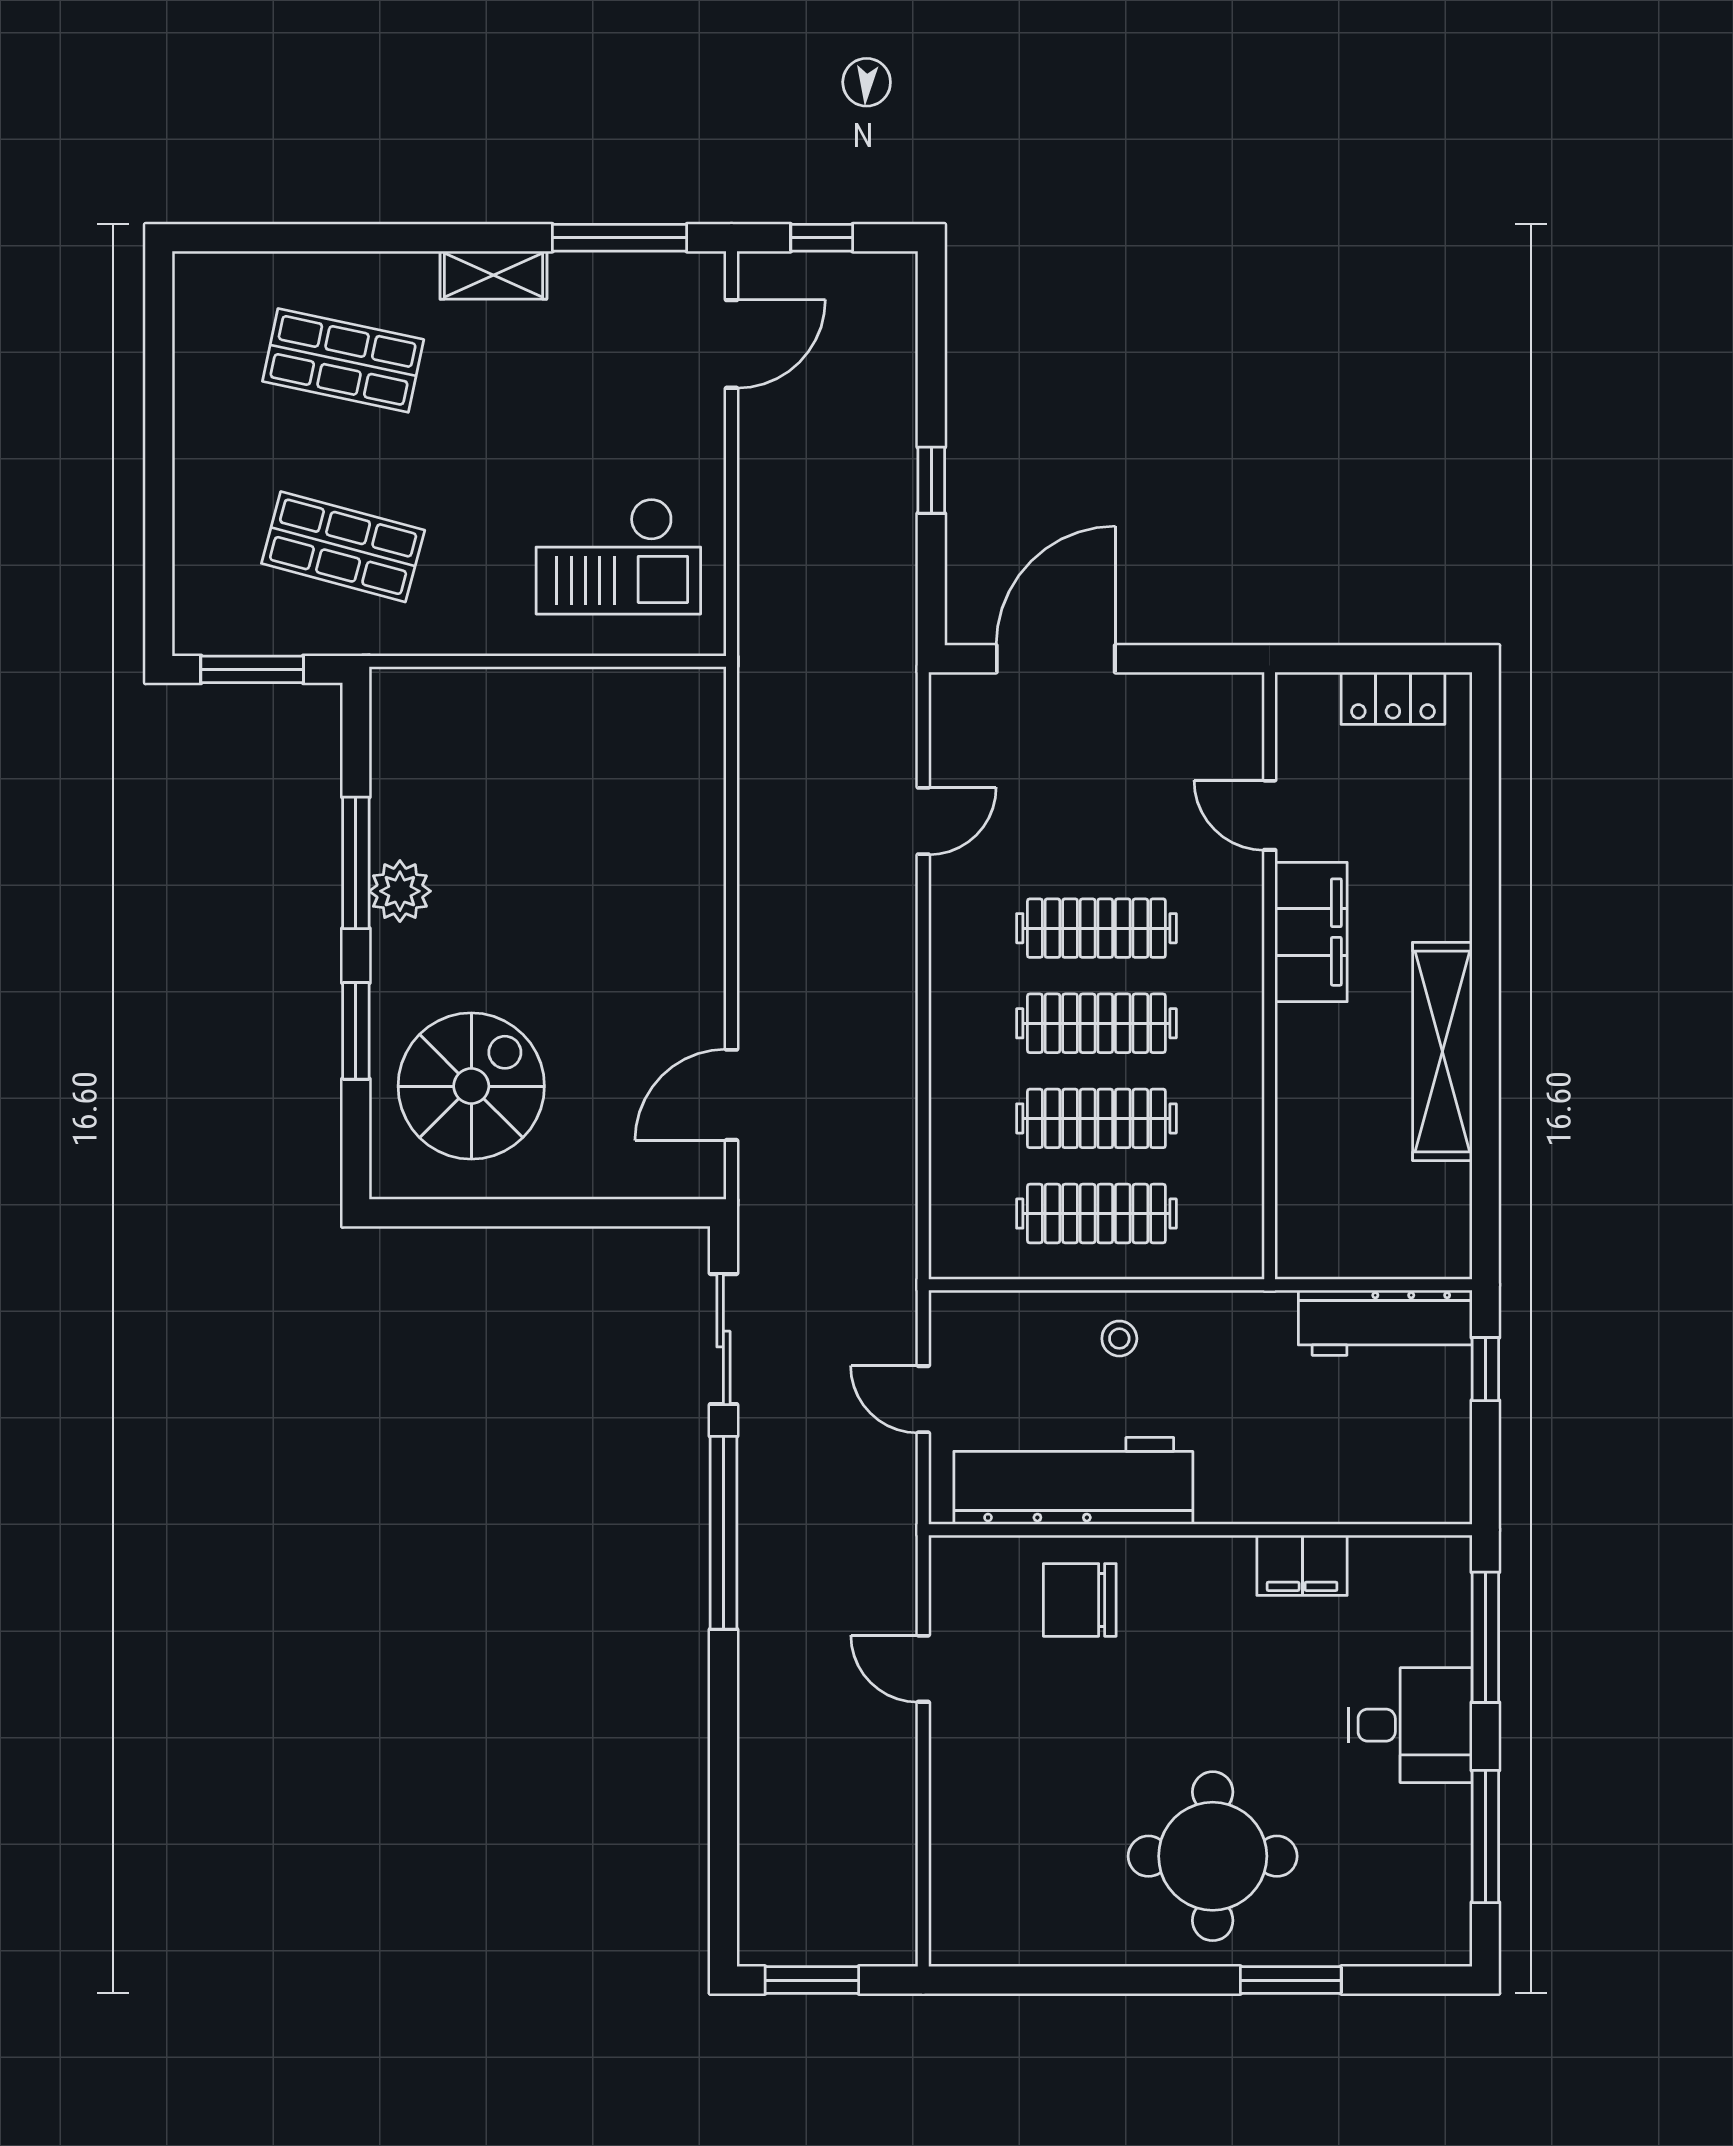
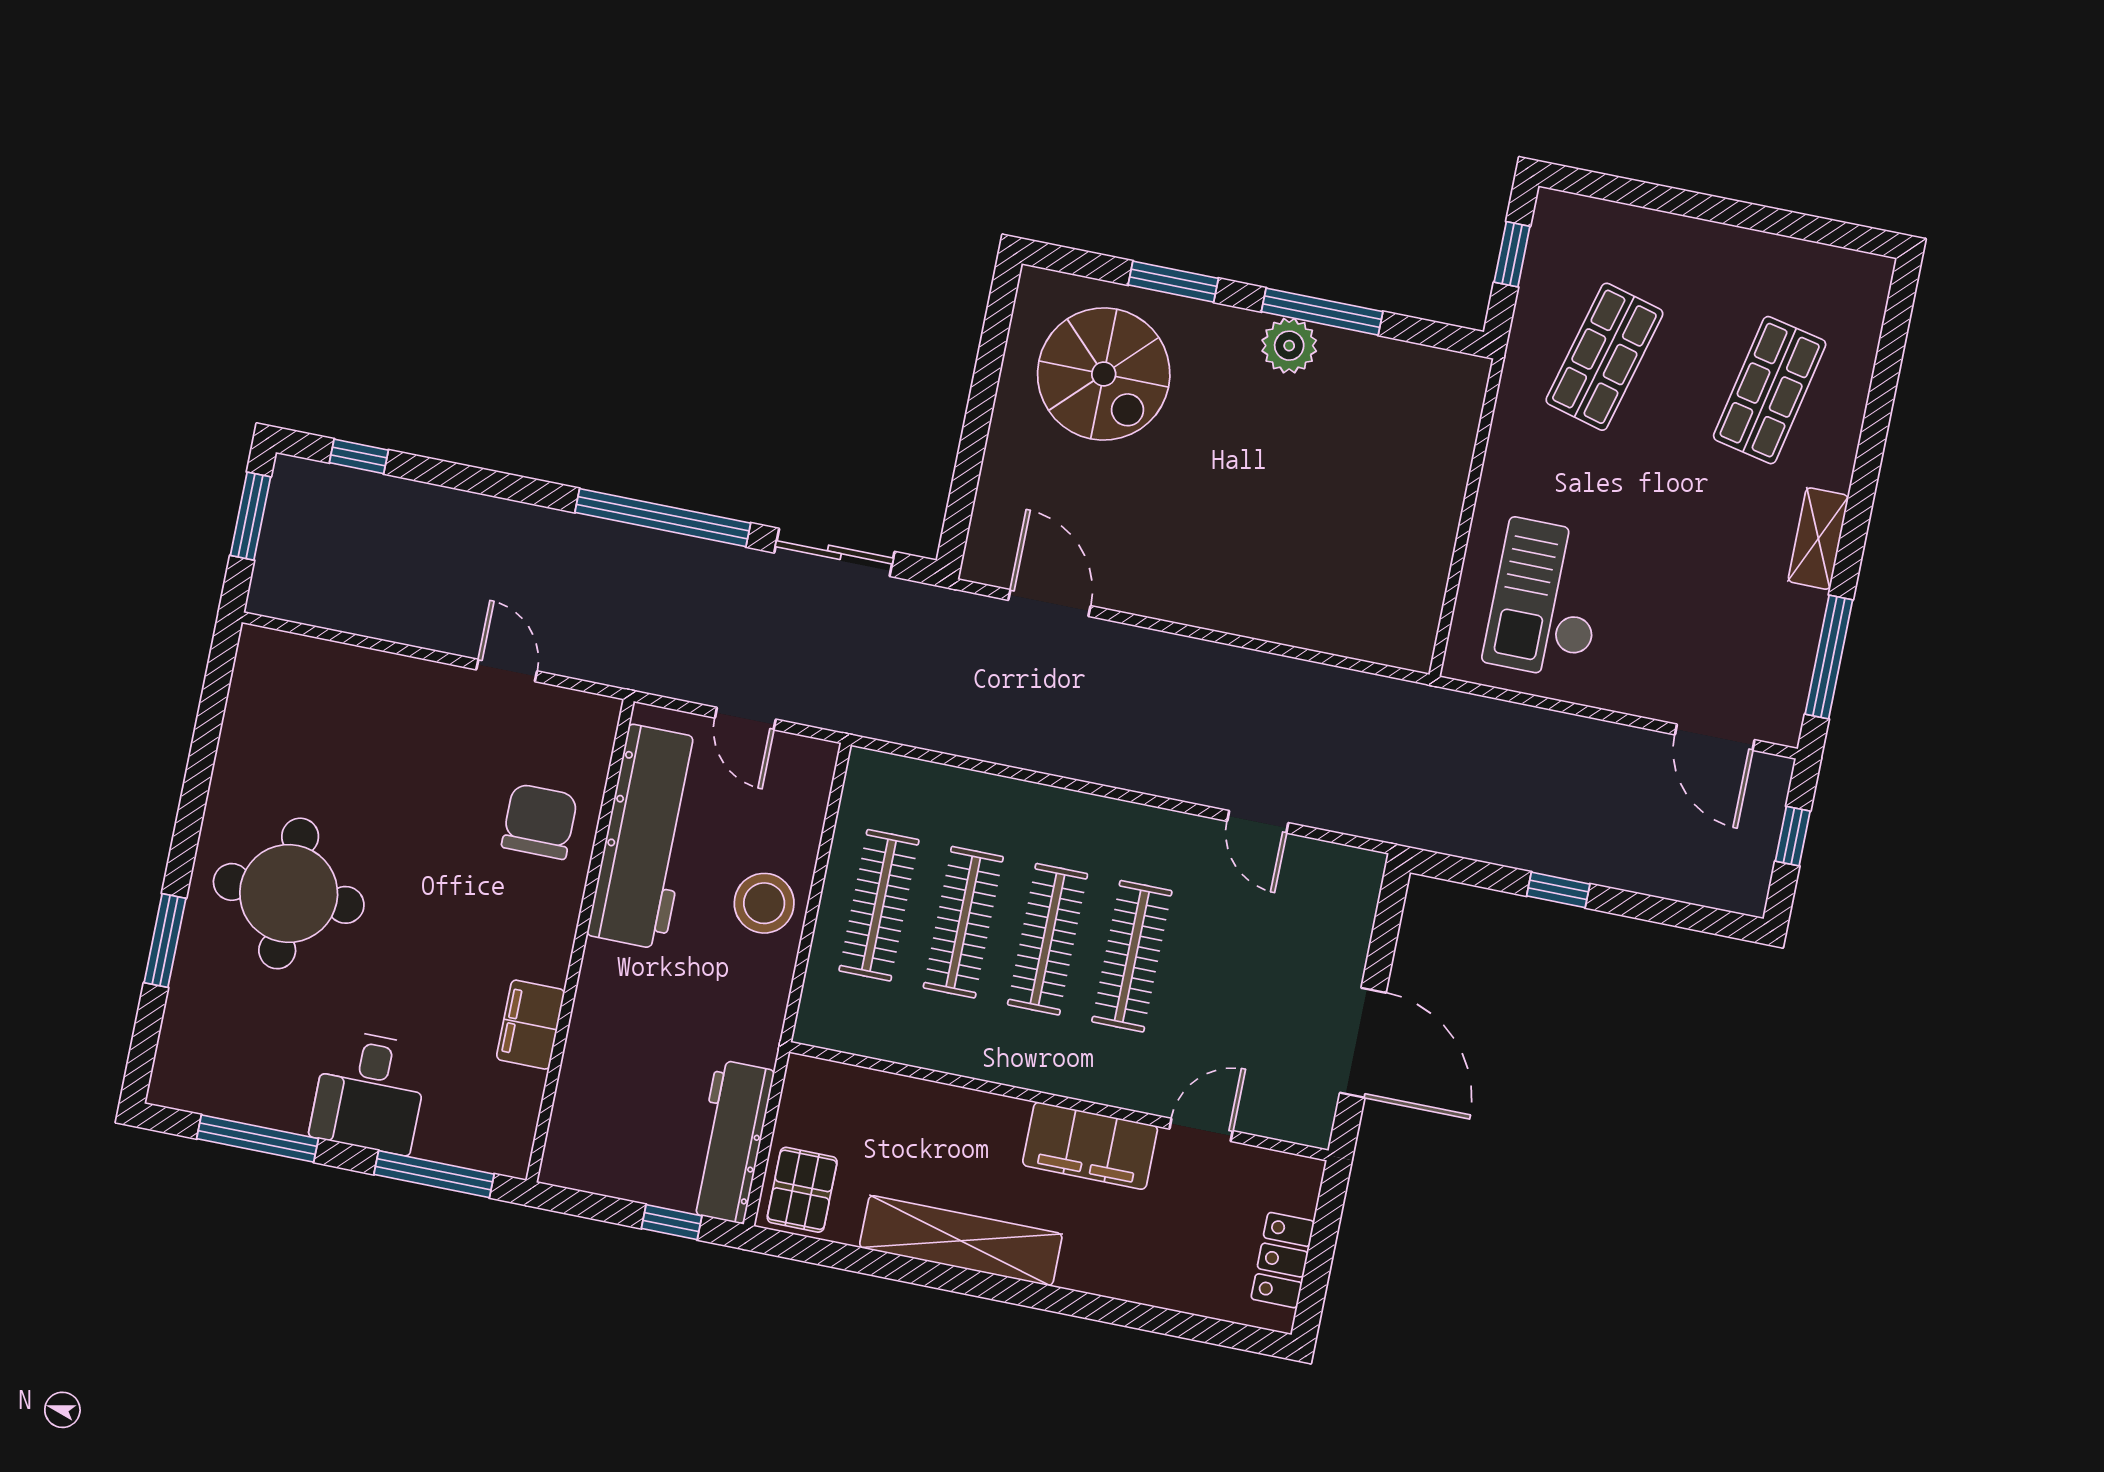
door: (1056, 659) -> (1363, 1043), moved
window: (252, 669) -> (1512, 254), width x0.67
pallet: (1422, 1235) -> (802, 1190), added
stool: (1119, 1339) -> (764, 903), width x1.89, depth x1.89
door: (923, 1399) -> (745, 719), swing flipped
door: (923, 1669) -> (507, 670), hinge flipped
window: (723, 1876) -> (359, 456), added

